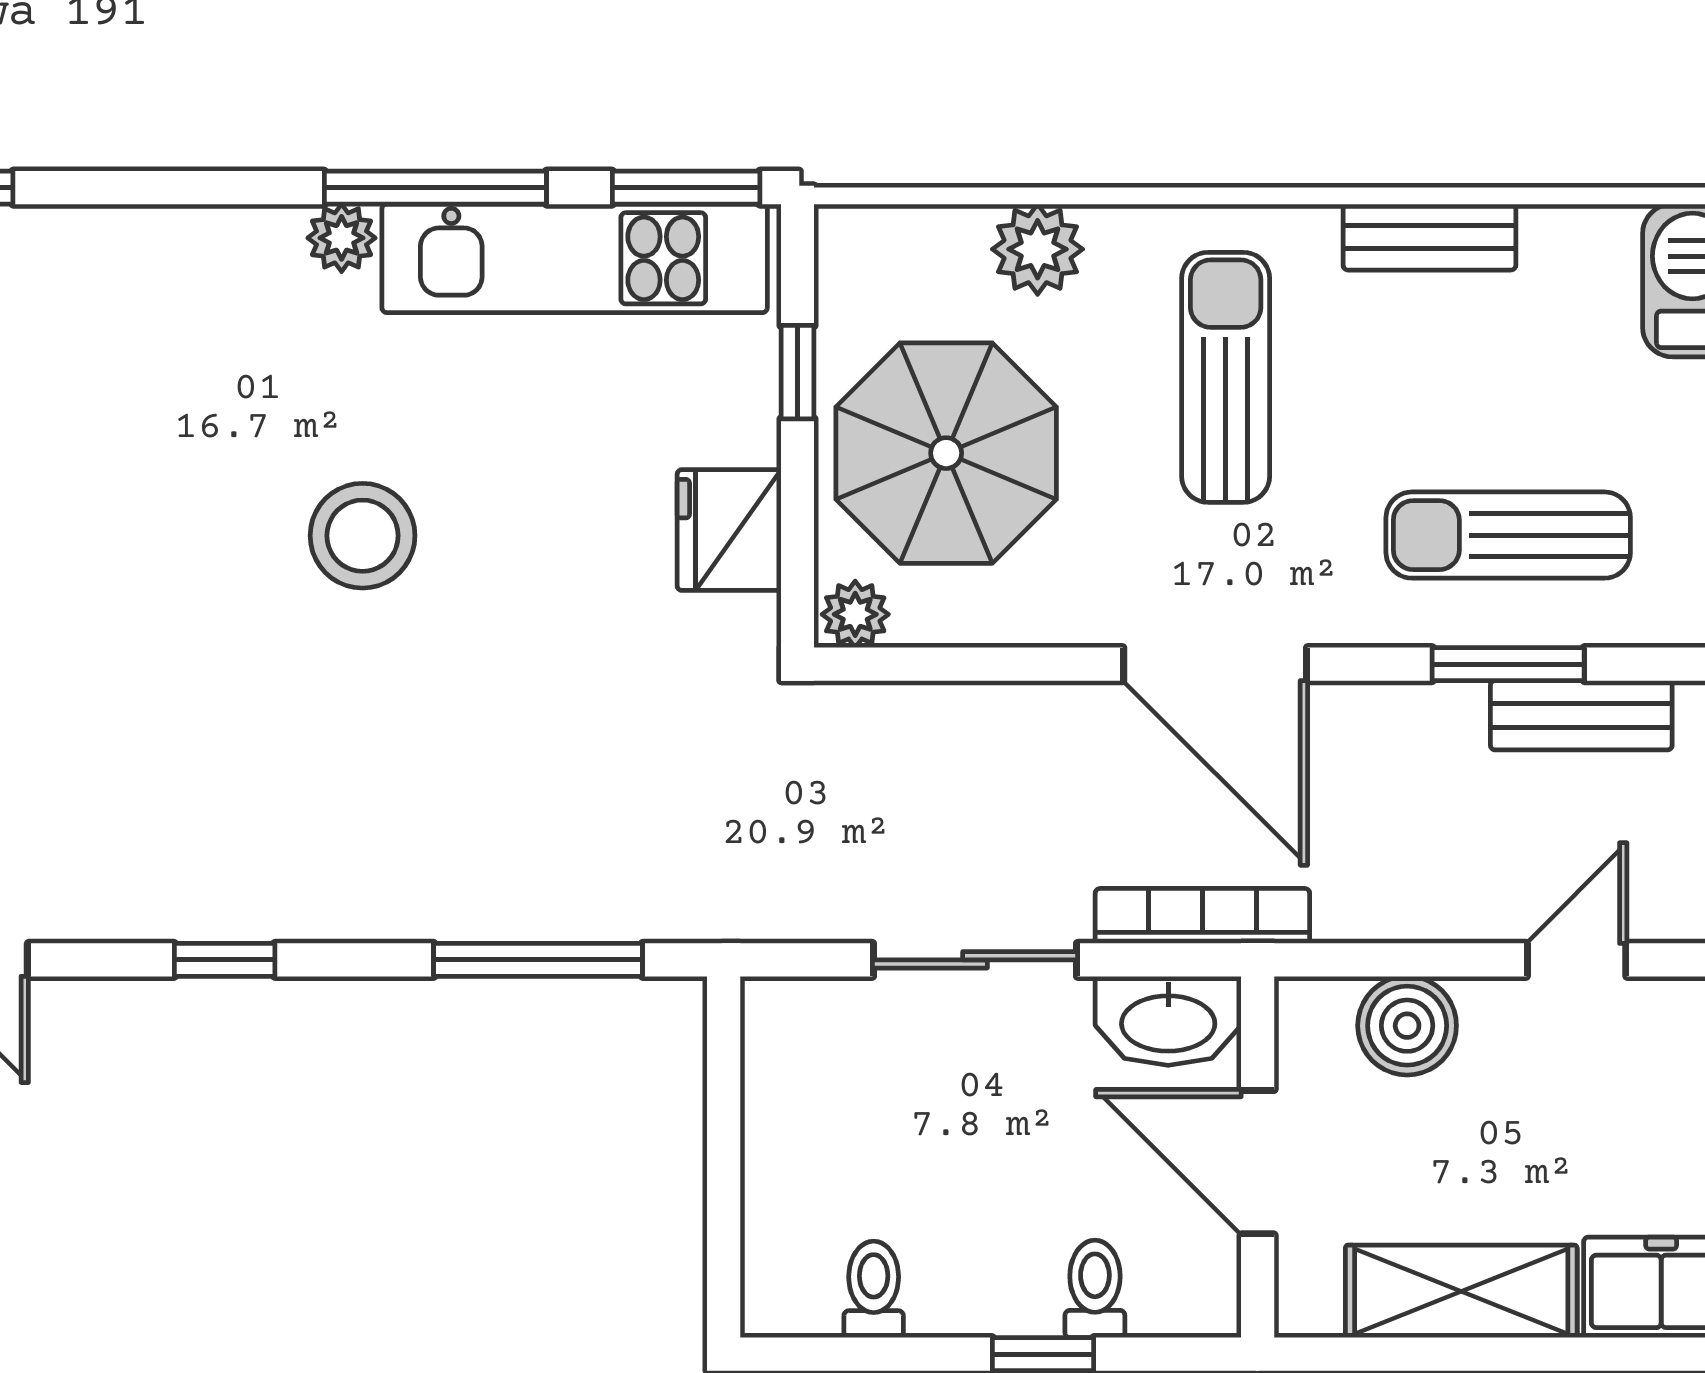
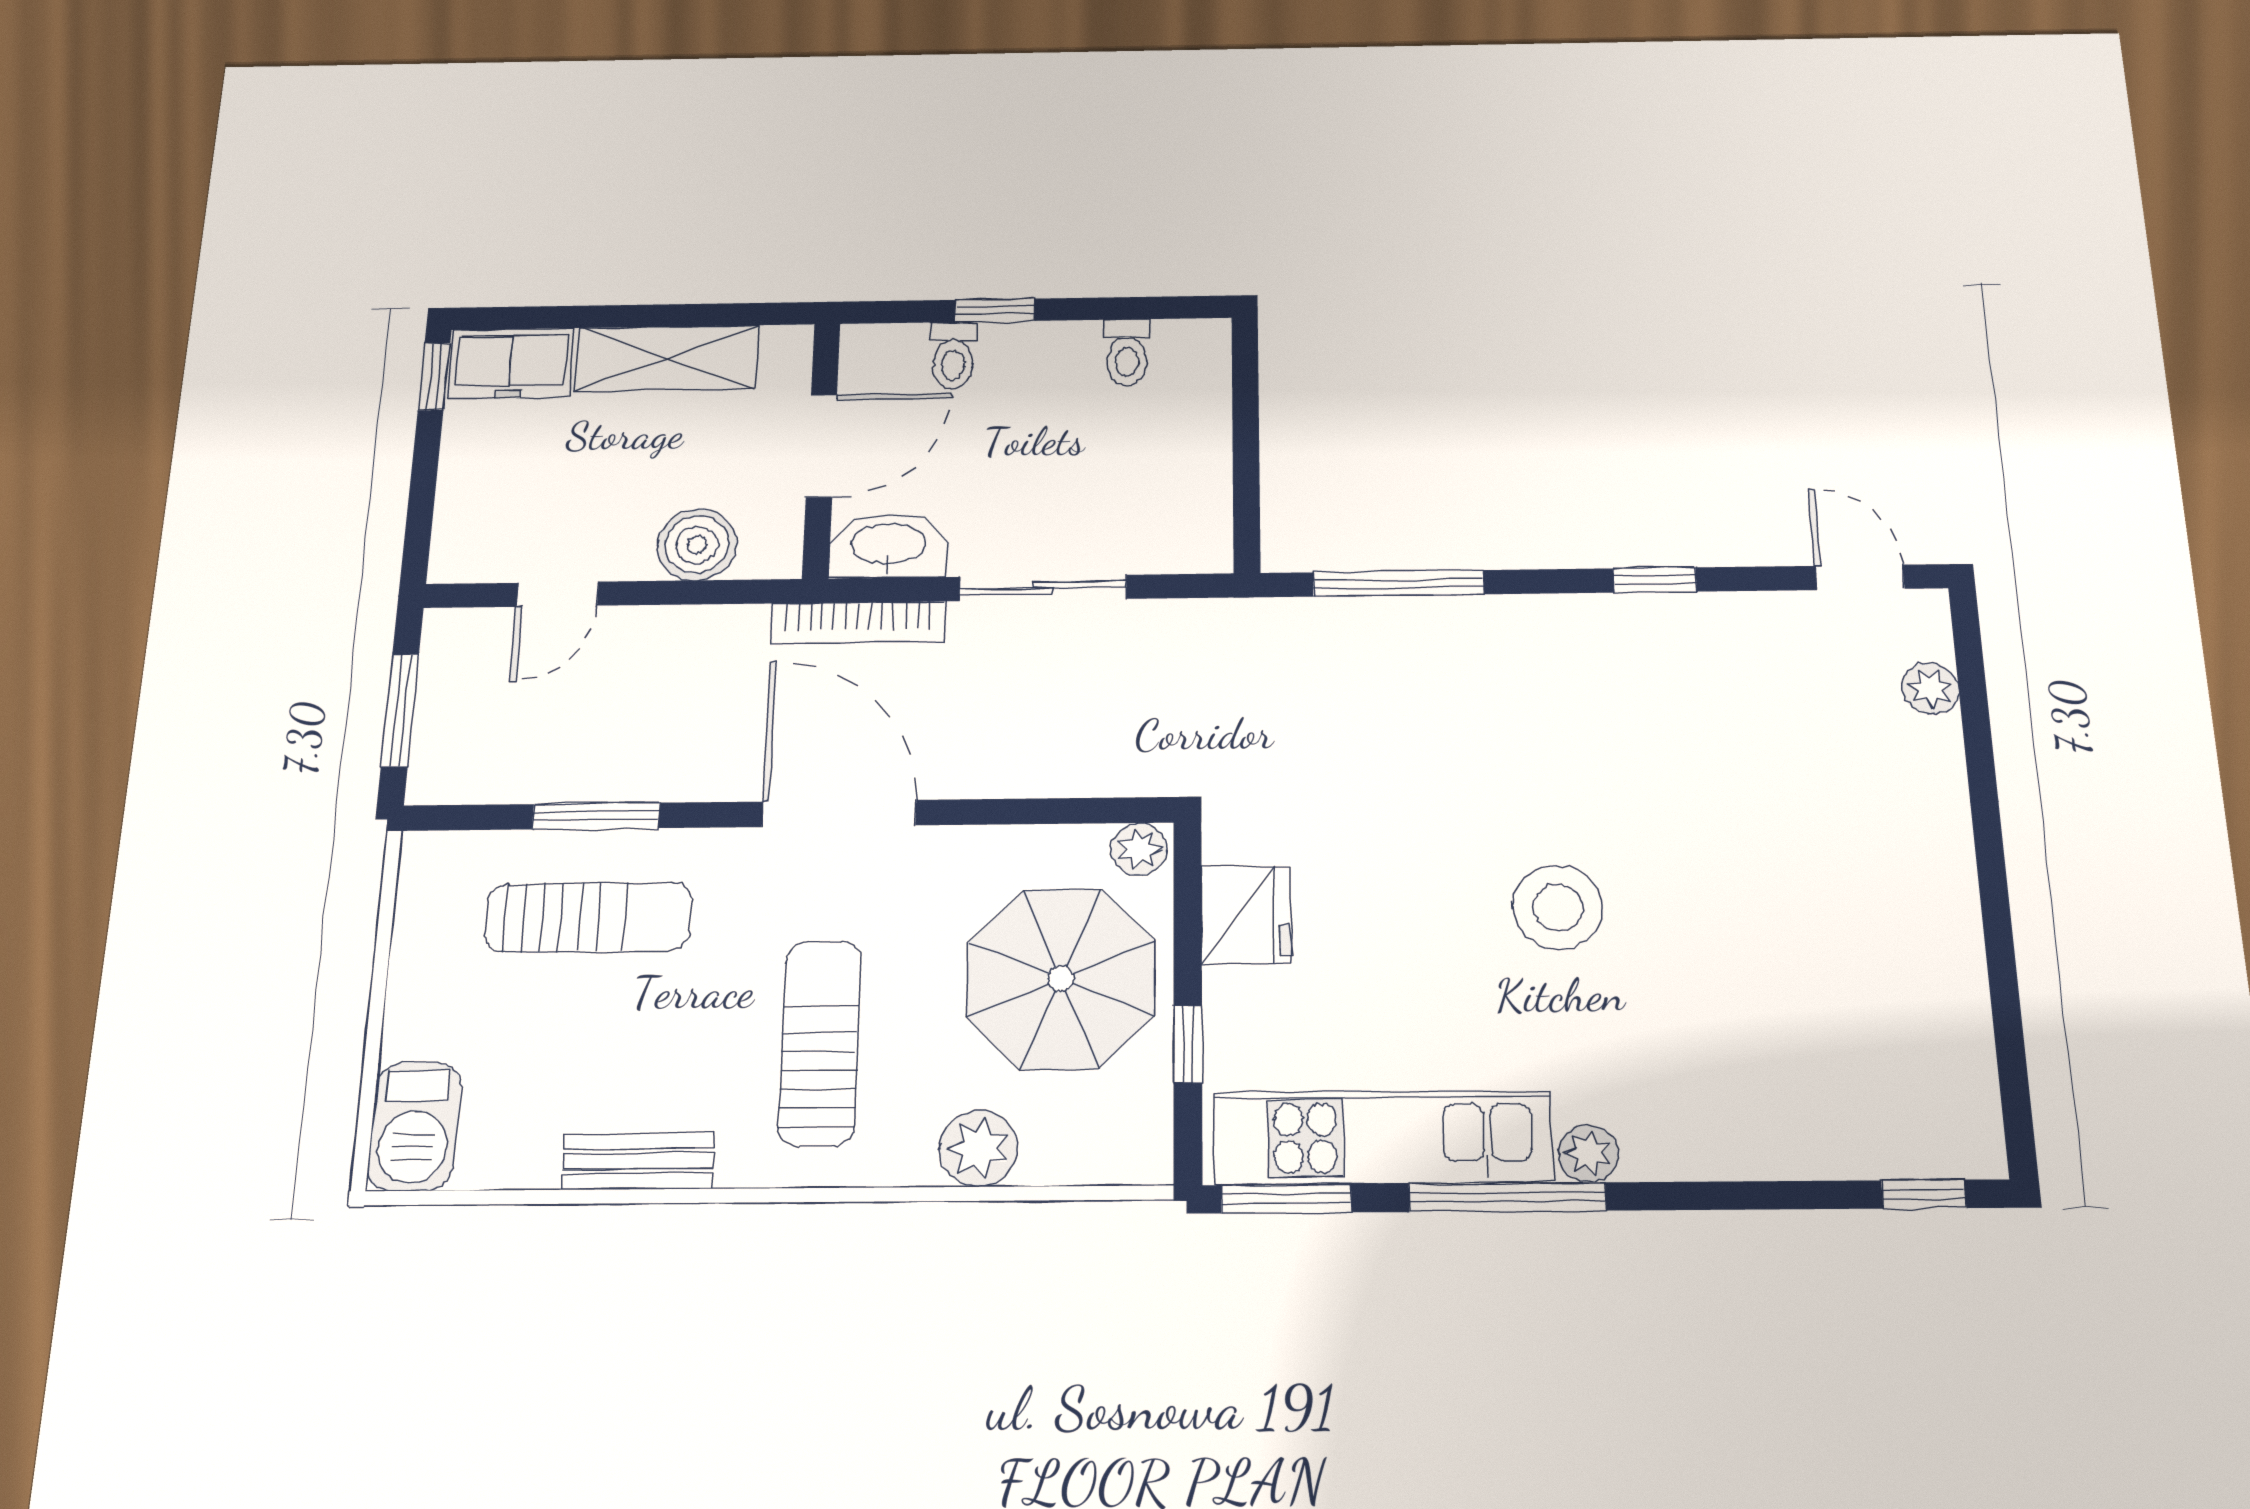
sun lounger: (1226, 377) -> (820, 1043), turned 180
bench: (1581, 715) -> (539, 777), removed
door: (1258, 1162) -> (821, 446), hinge flipped

